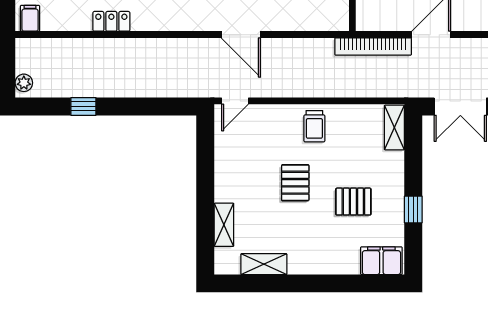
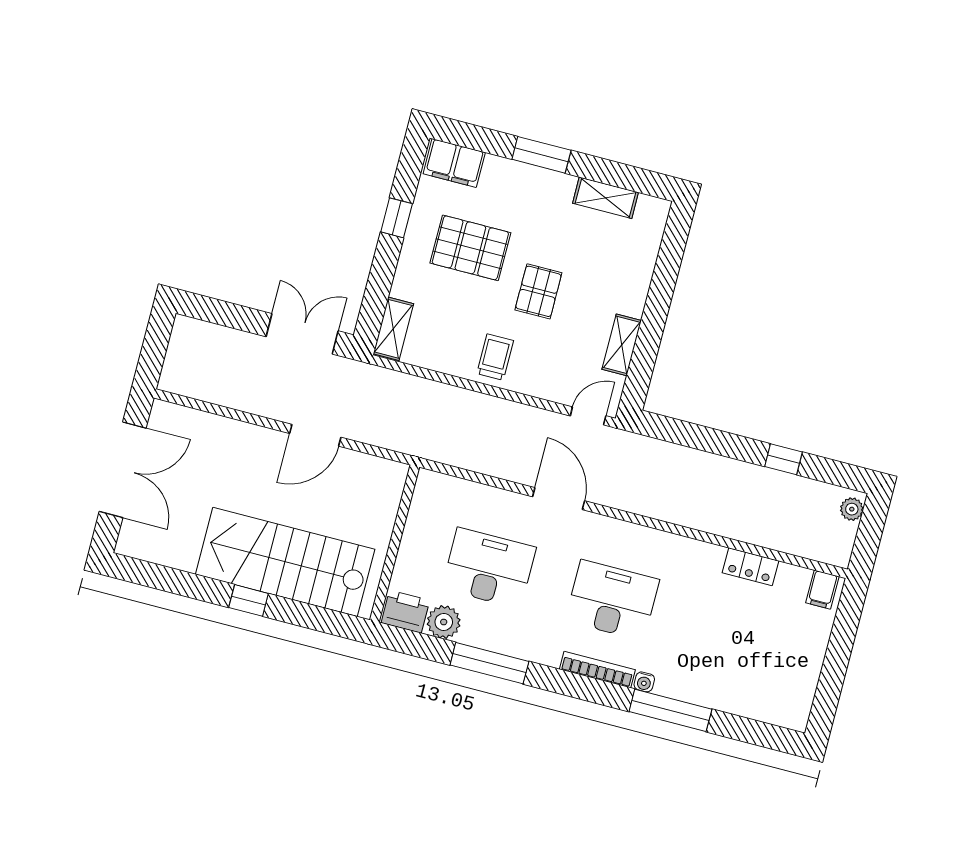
locker: (111, 21) -> (750, 567), moved
bookcase: (373, 47) -> (394, 439), removed
pallet: (353, 202) -> (470, 248), width x1.50, depth x1.42
shelving: (224, 225) -> (622, 345), moved
window: (319, 283) -> (541, 155), added

